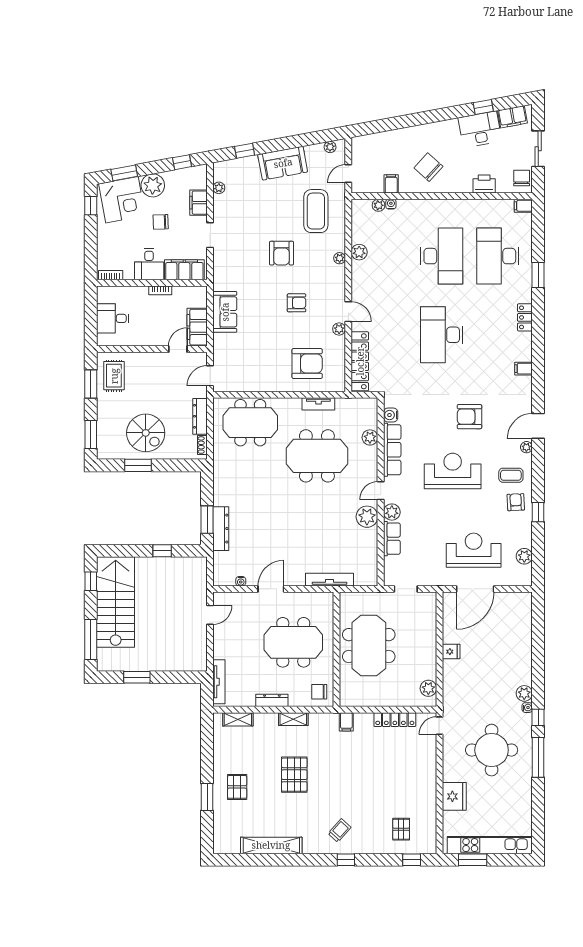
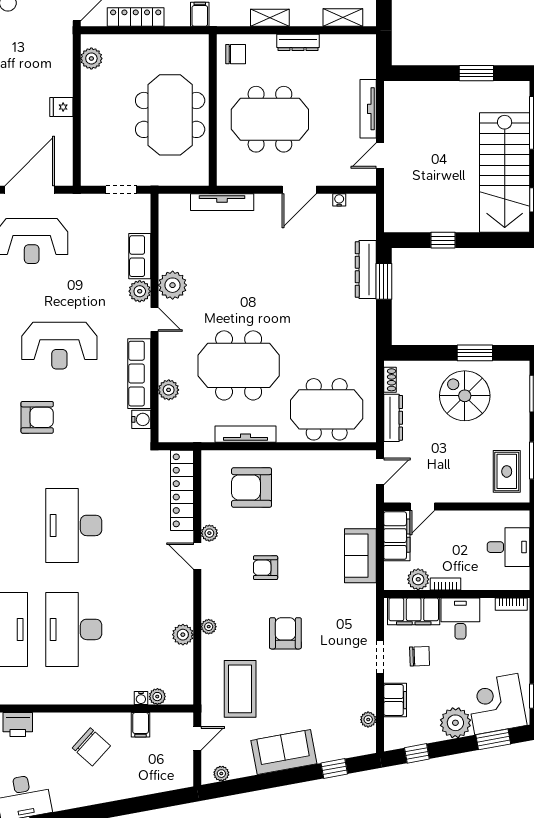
chair: (161, 222) -> (420, 656), moved
plant: (181, 294) -> (418, 579), added
desk: (442, 335) -> (74, 525), turned 180
tv unit: (318, 404) -> (245, 434), width x1.41
door: (381, 491) -> (154, 320), hinge flipped
tv unit: (219, 682) -> (368, 109), moved

